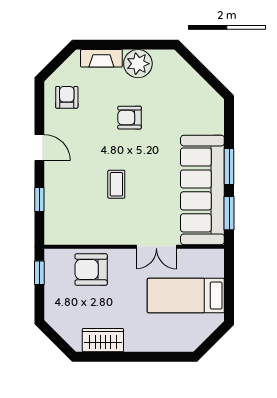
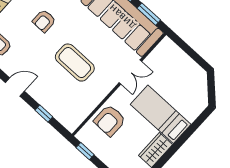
coffee table: (116, 184) -> (75, 63), width x1.86, depth x1.72
bed: (186, 296) -> (161, 114), moved, turned 90

